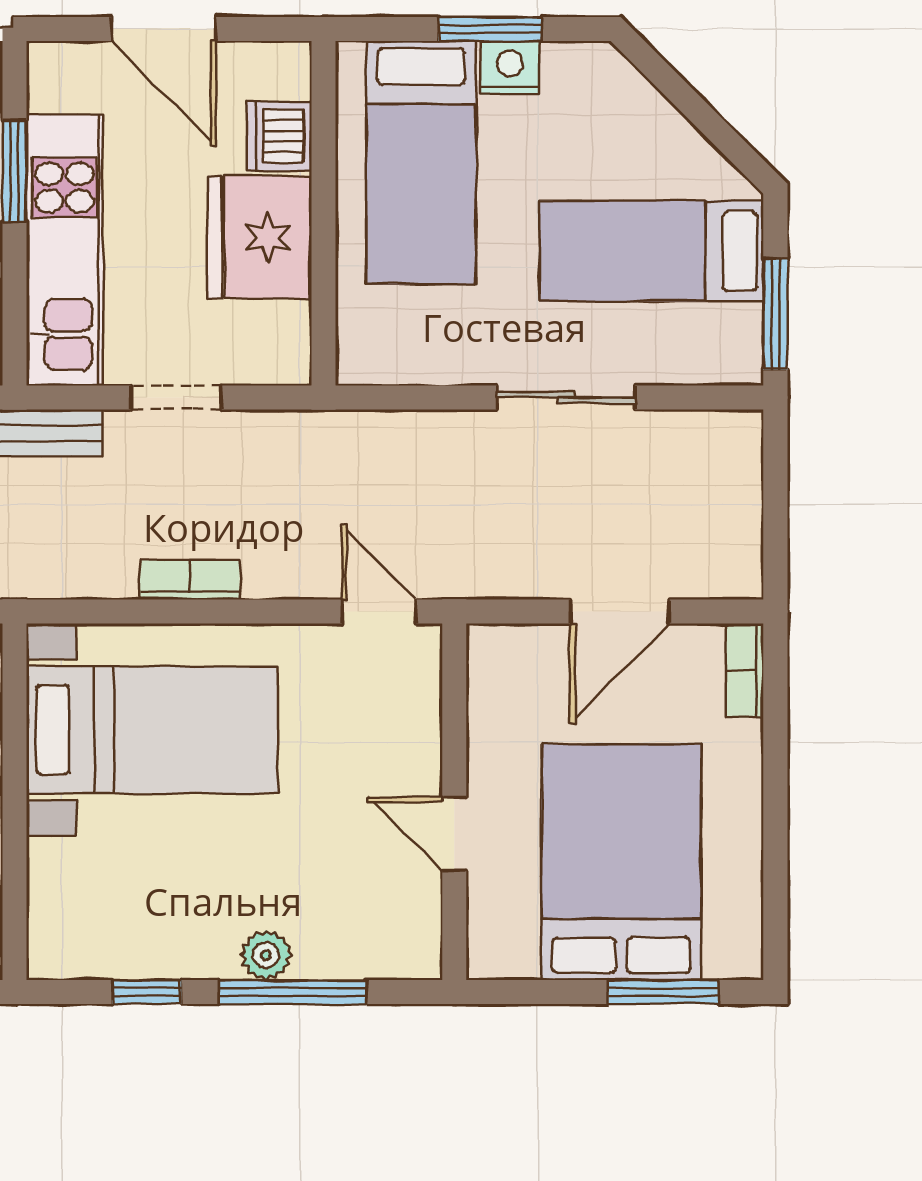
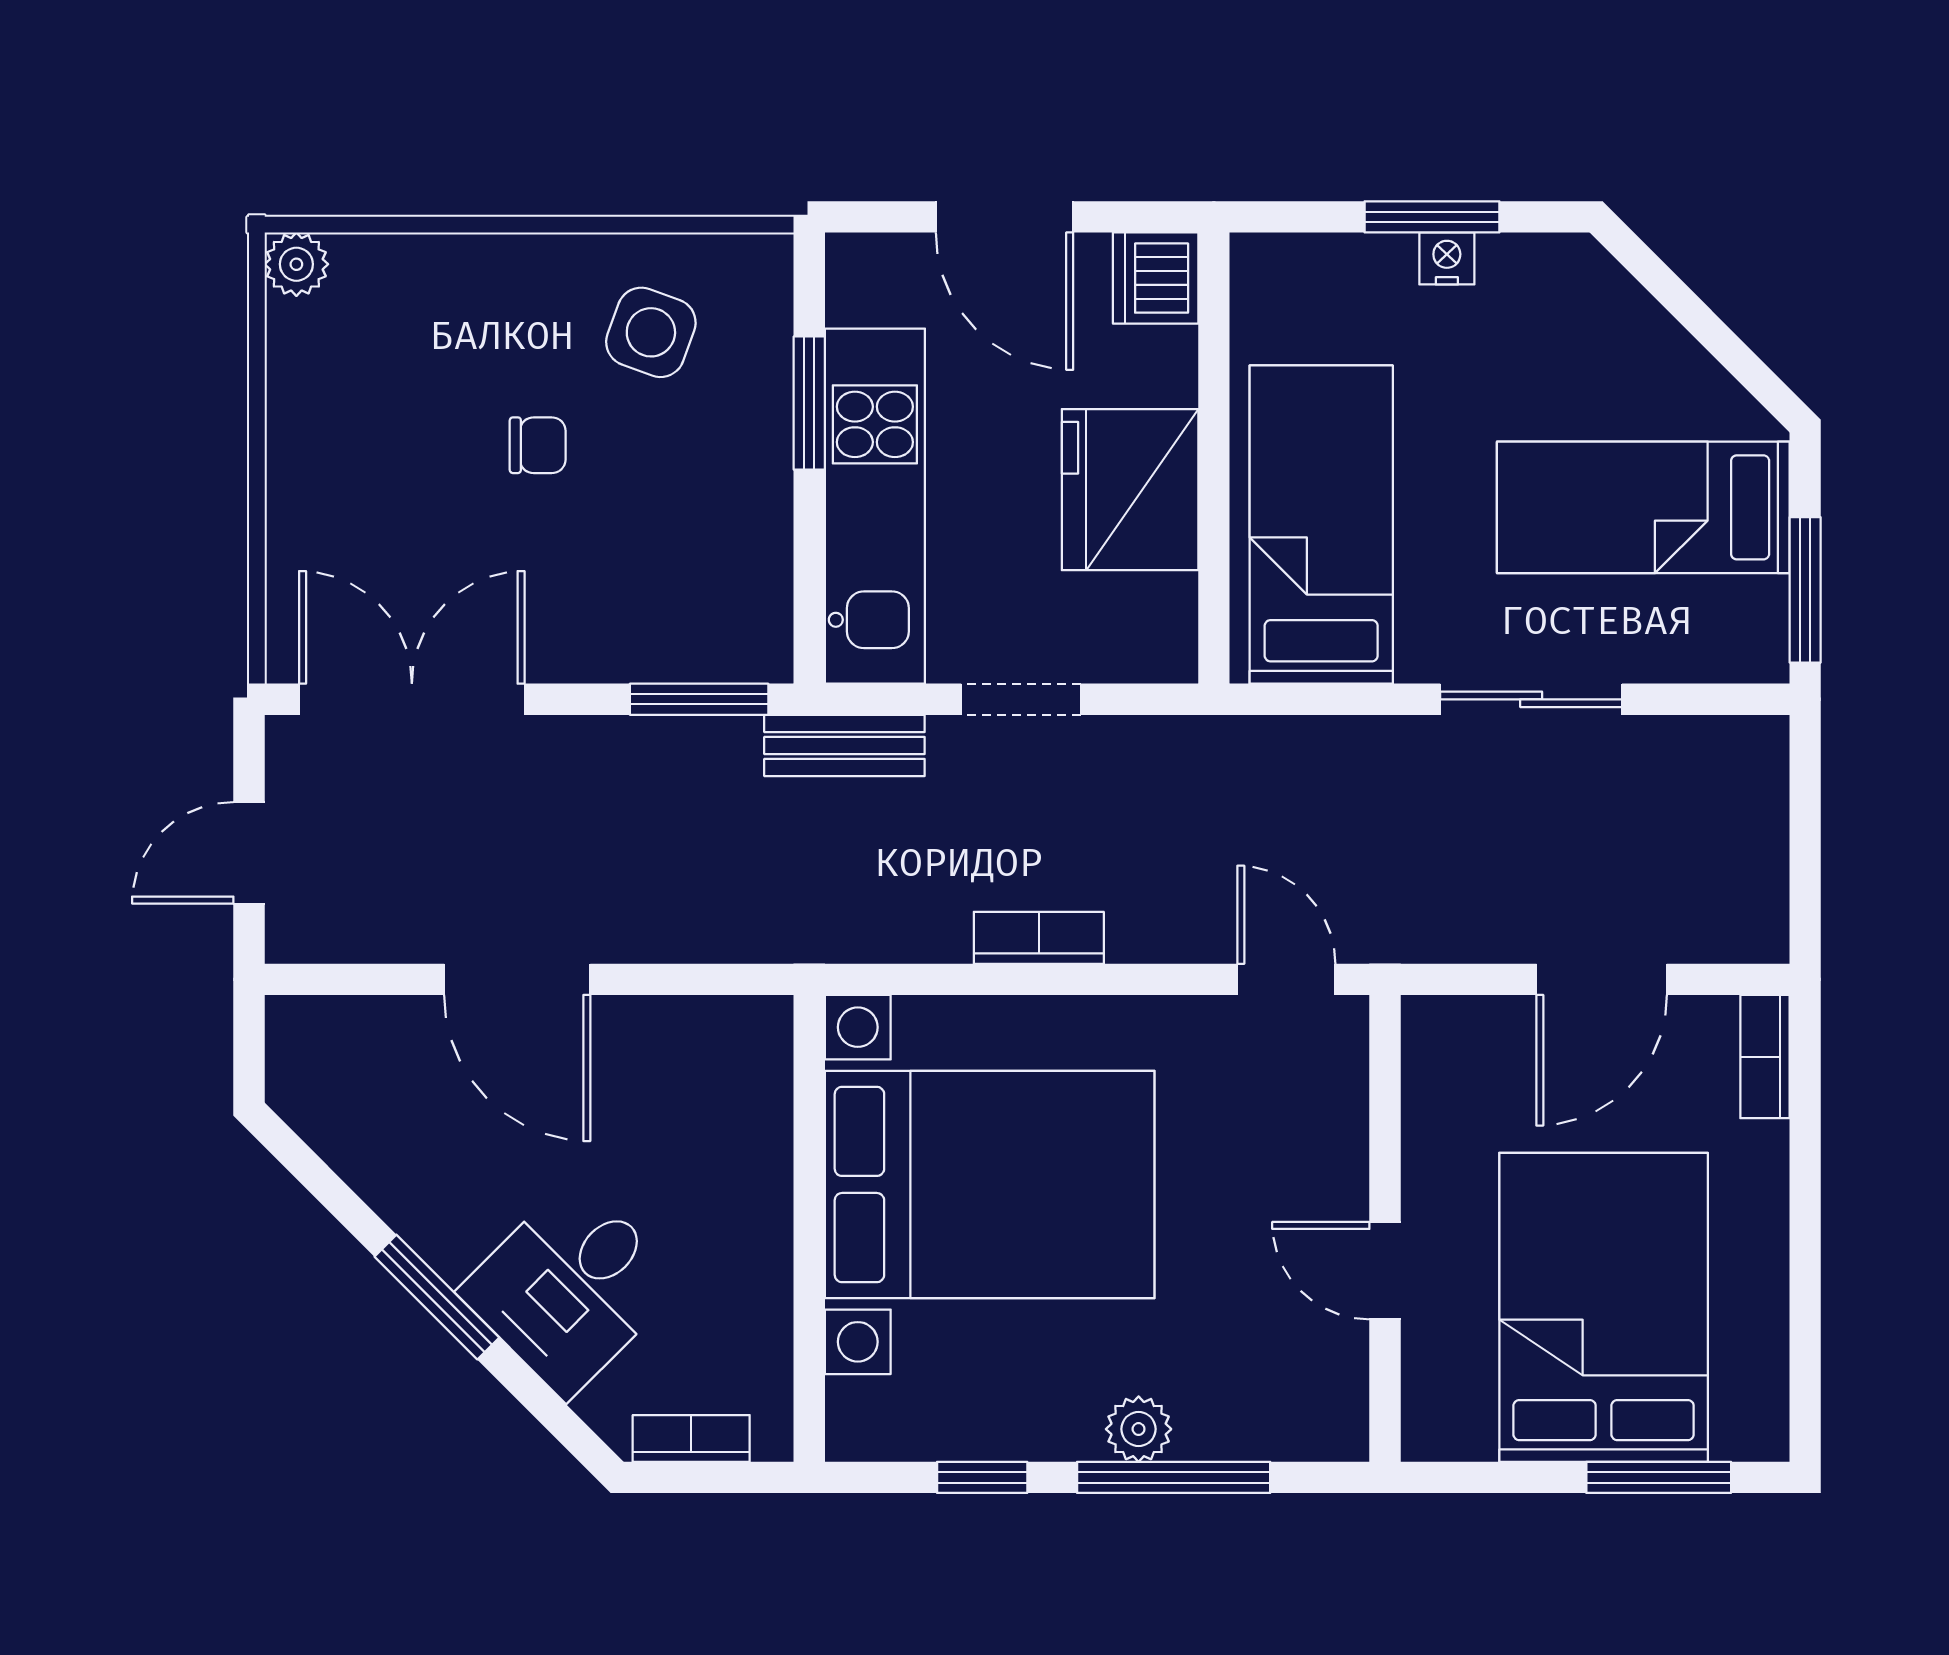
nightstand: (510, 68) -> (1447, 258), width x0.72, depth x0.74
dishwasher: (279, 136) -> (1156, 278), moved
bed: (421, 162) -> (1321, 525), moved, turned 180
bed with nightstands: (152, 730) -> (990, 1184), width x1.36

